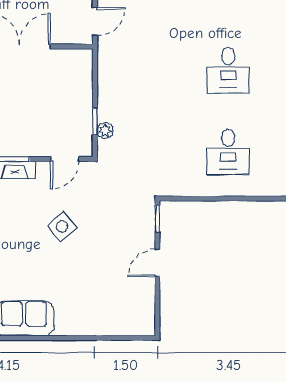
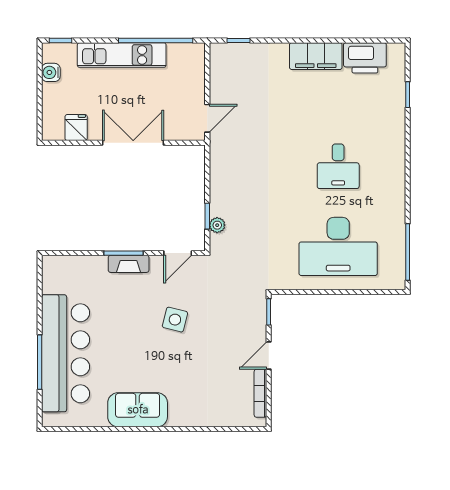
desk: (228, 152) -> (338, 246), width x1.87, depth x1.30
side table: (62, 227) -> (175, 320), turned -35
bookcase: (149, 301) -> (260, 393), added

